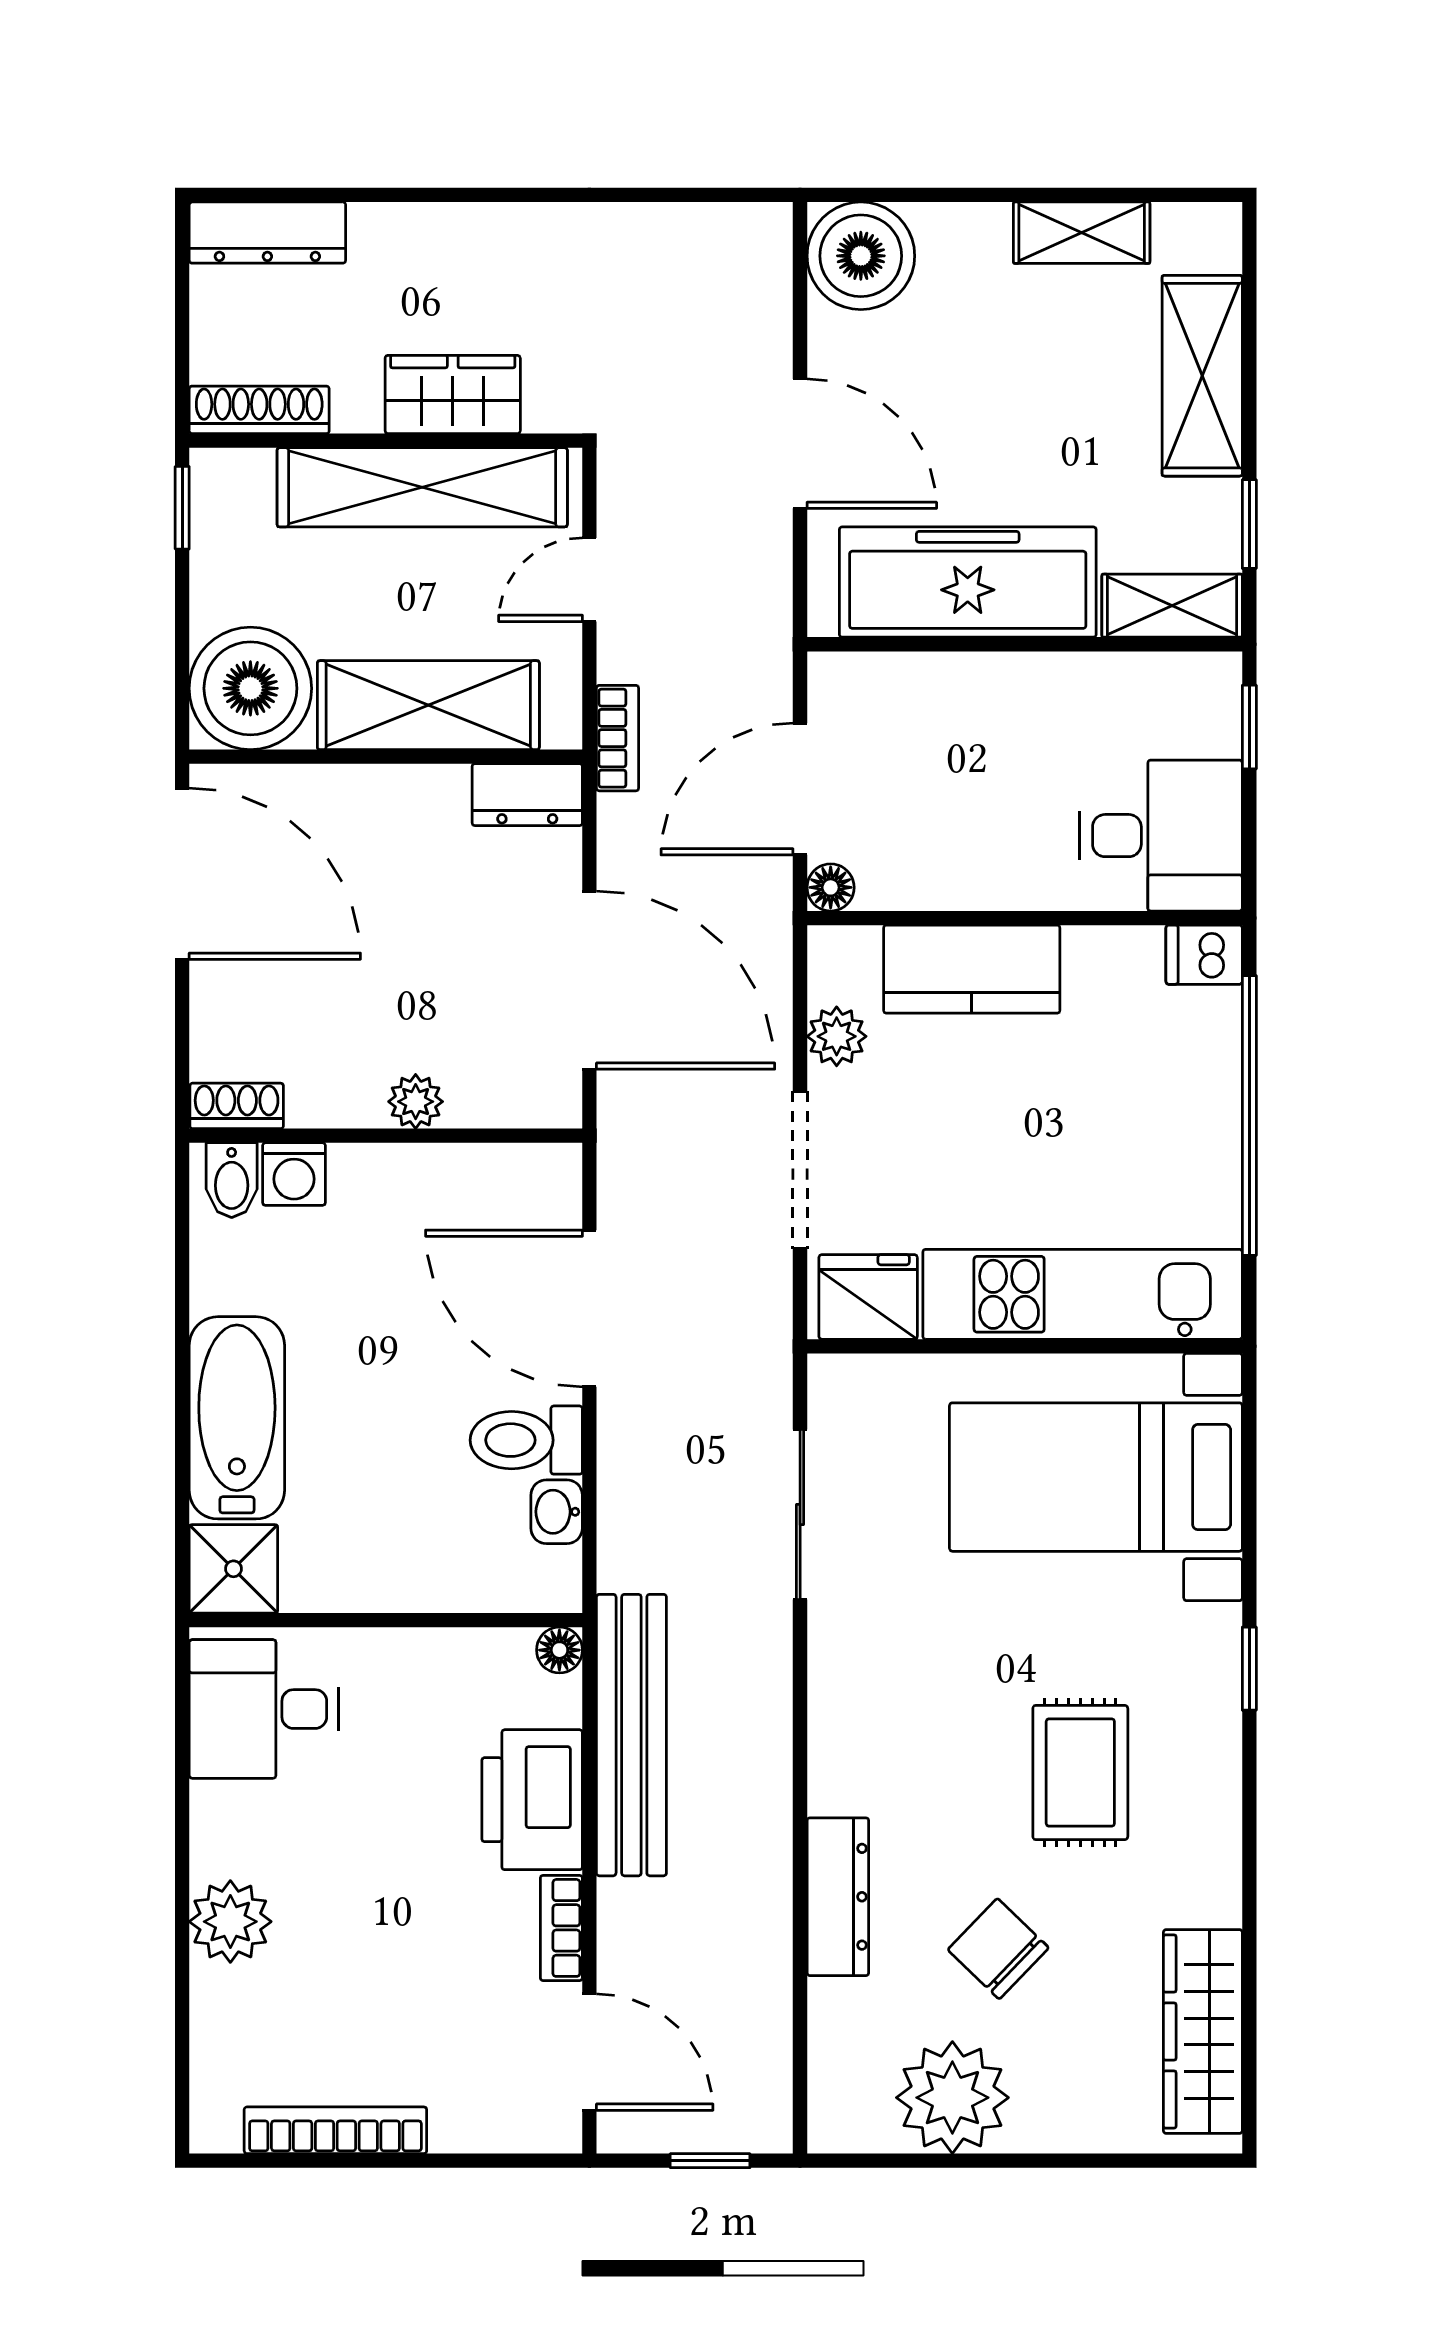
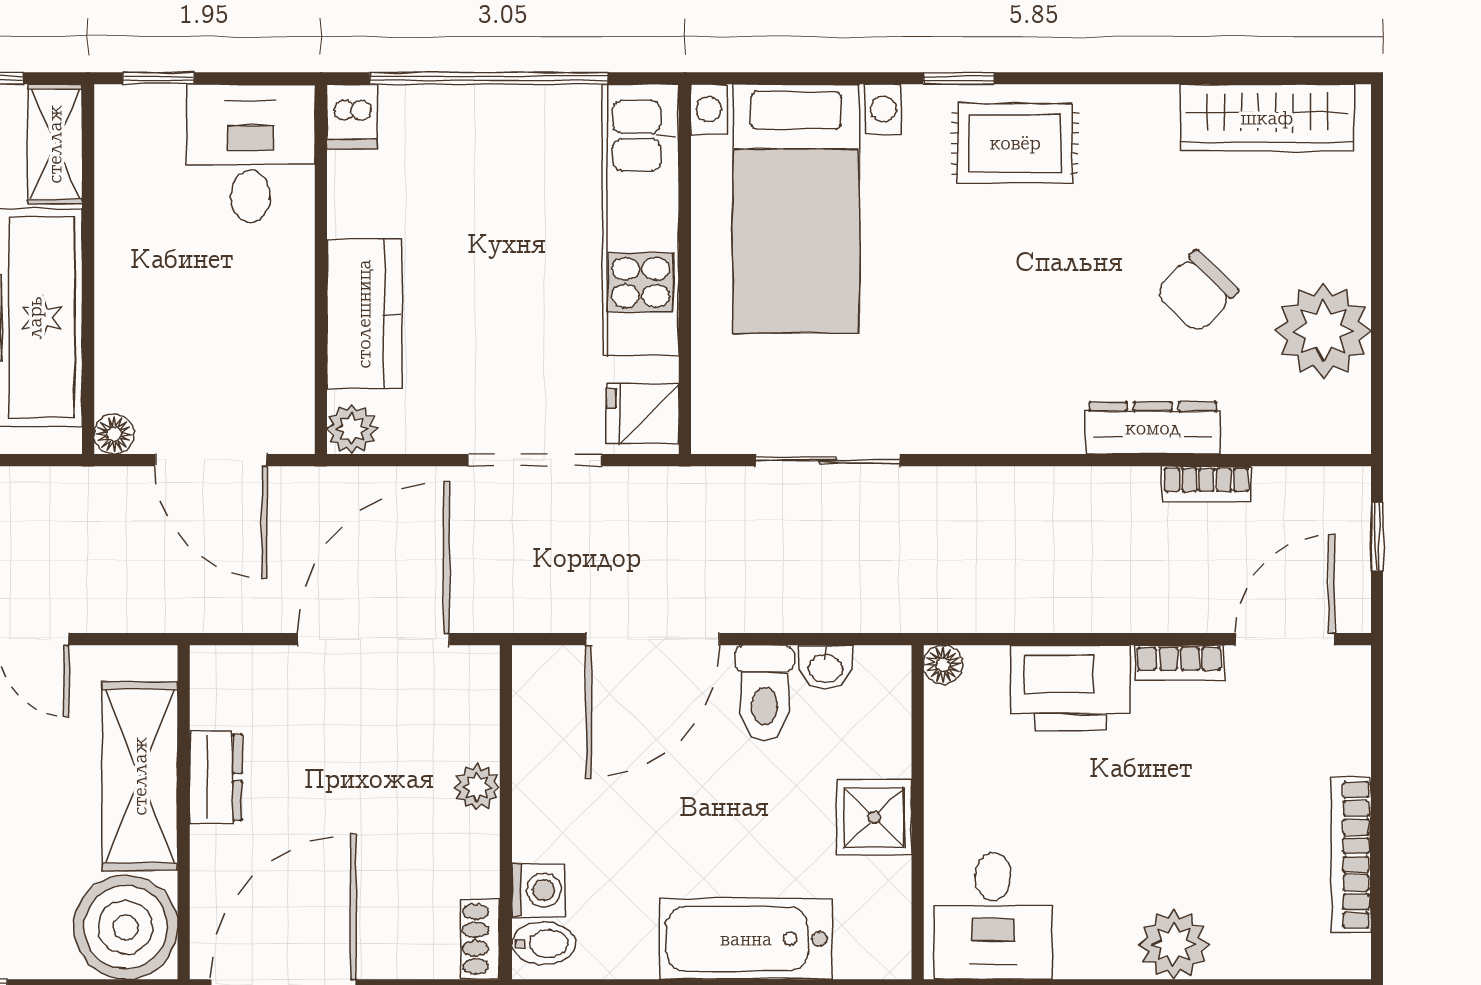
bookcase: (618, 738) -> (1207, 484), moved, turned 180
dresser: (527, 795) -> (216, 777), moved
floor lamp: (831, 887) -> (114, 434), moved
plant: (837, 1036) -> (352, 429), moved
fridge: (868, 1297) -> (643, 414), width x0.72
shower: (233, 1569) -> (874, 817), moved
bench: (631, 1735) -> (1015, 603), removed
rug: (1080, 1772) -> (1015, 143), moved

